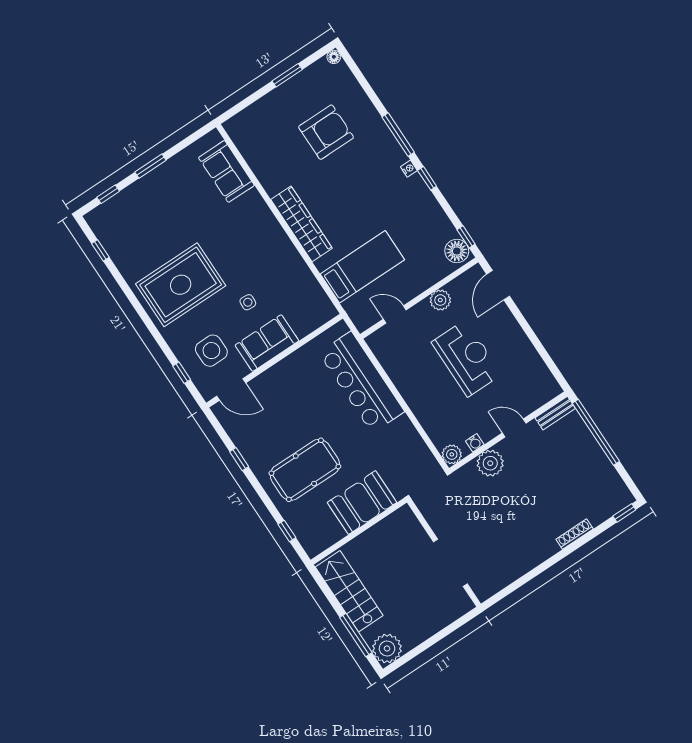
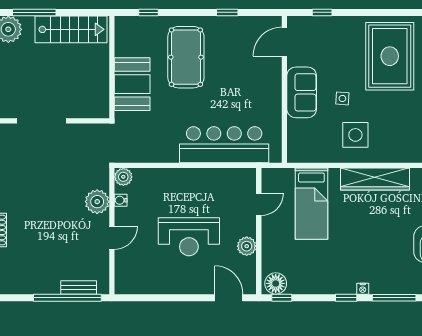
side table: (211, 351) -> (355, 135), moved
bench: (555, 413) -> (79, 287), moved, turned 90

